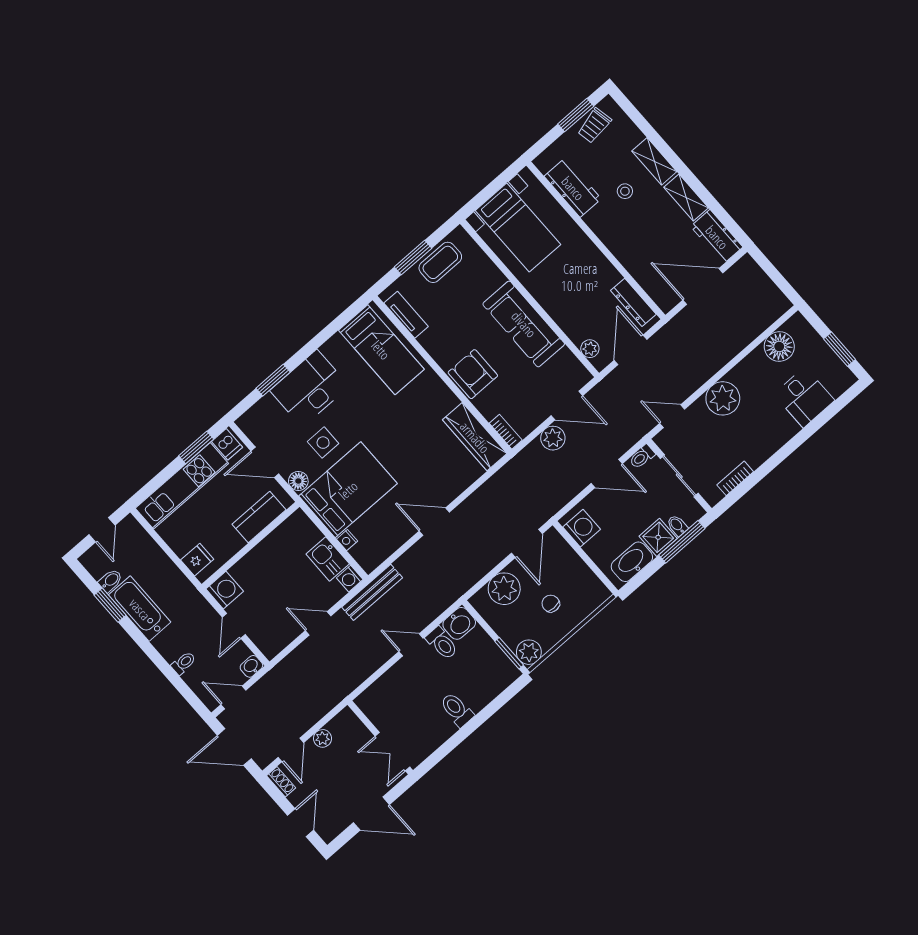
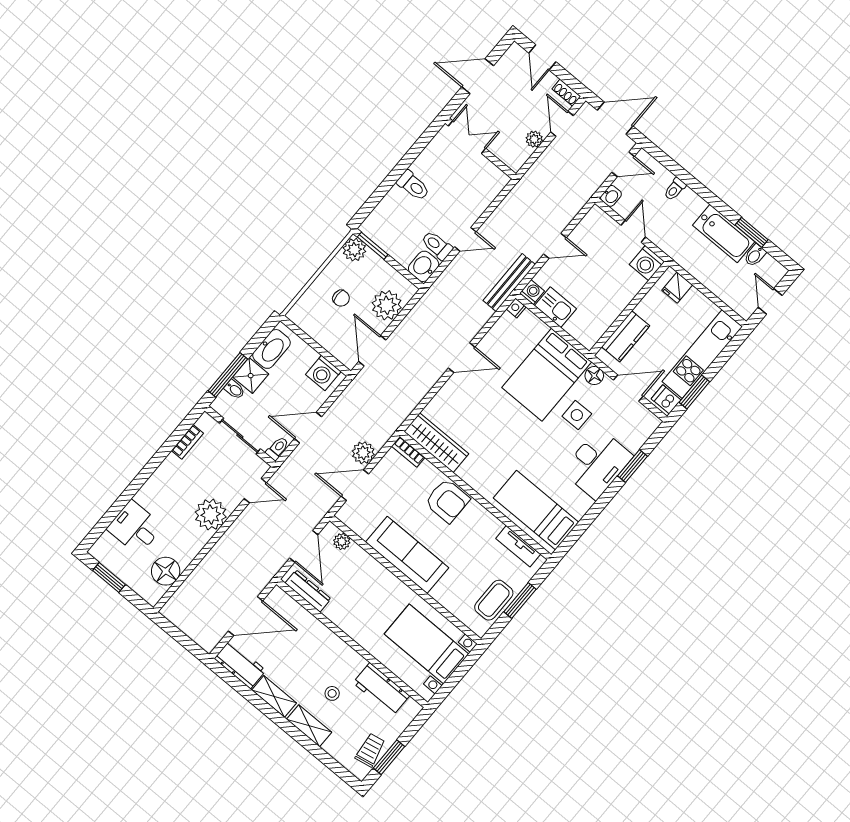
nightstand: (347, 540) -> (516, 308), moved, turned -90

